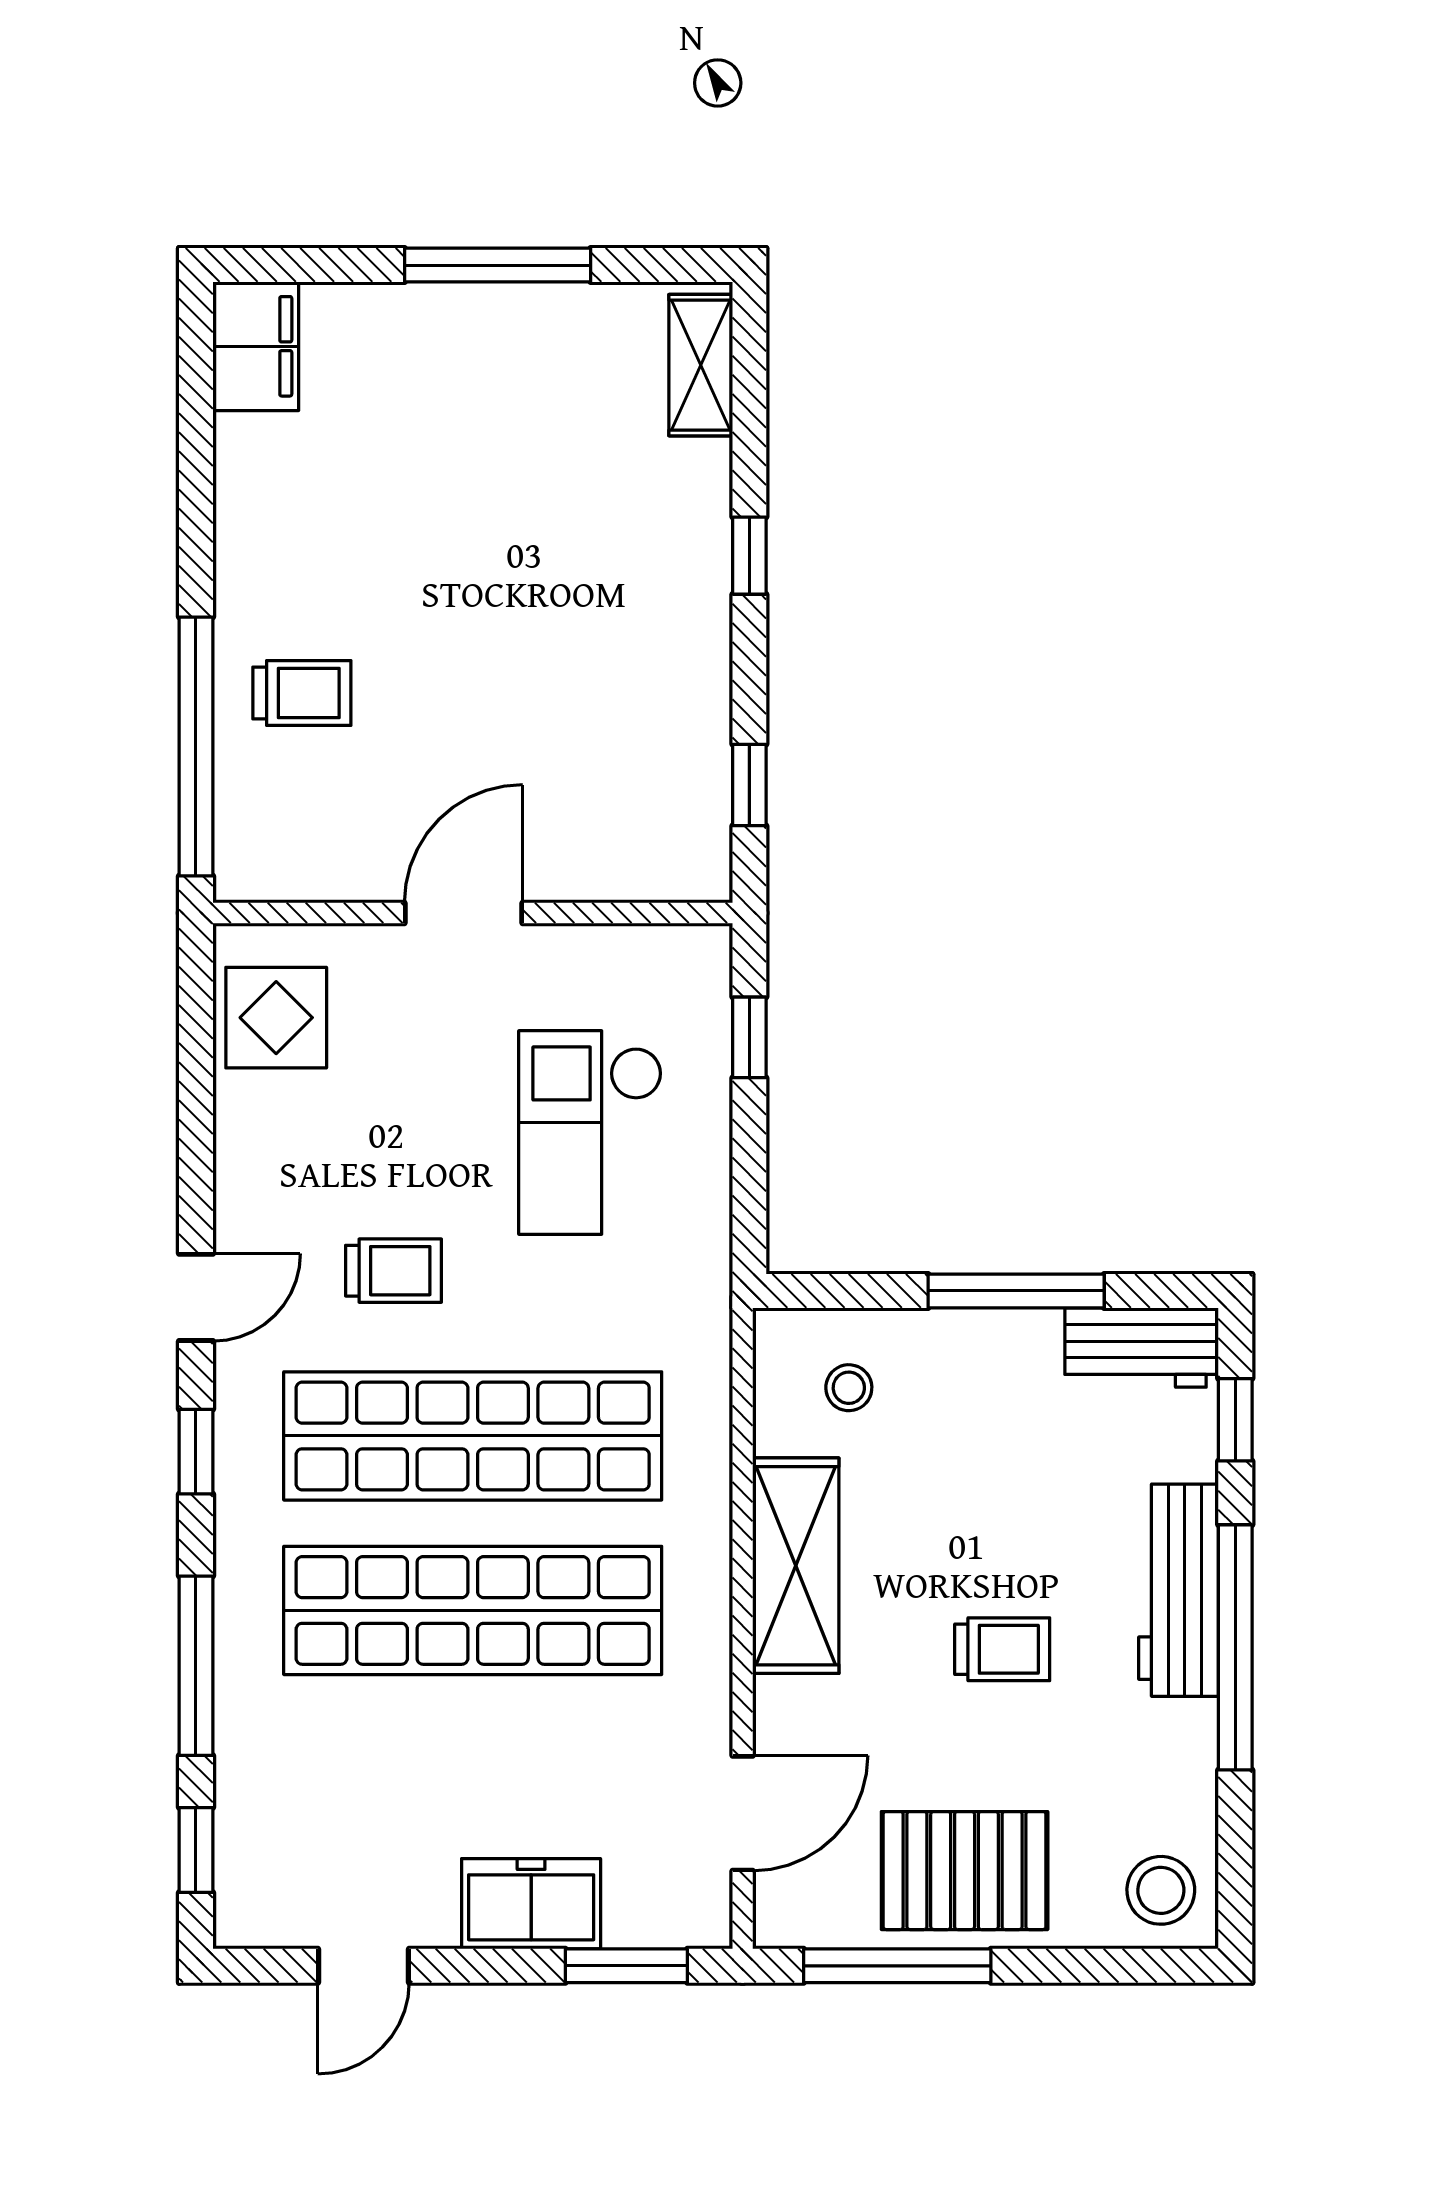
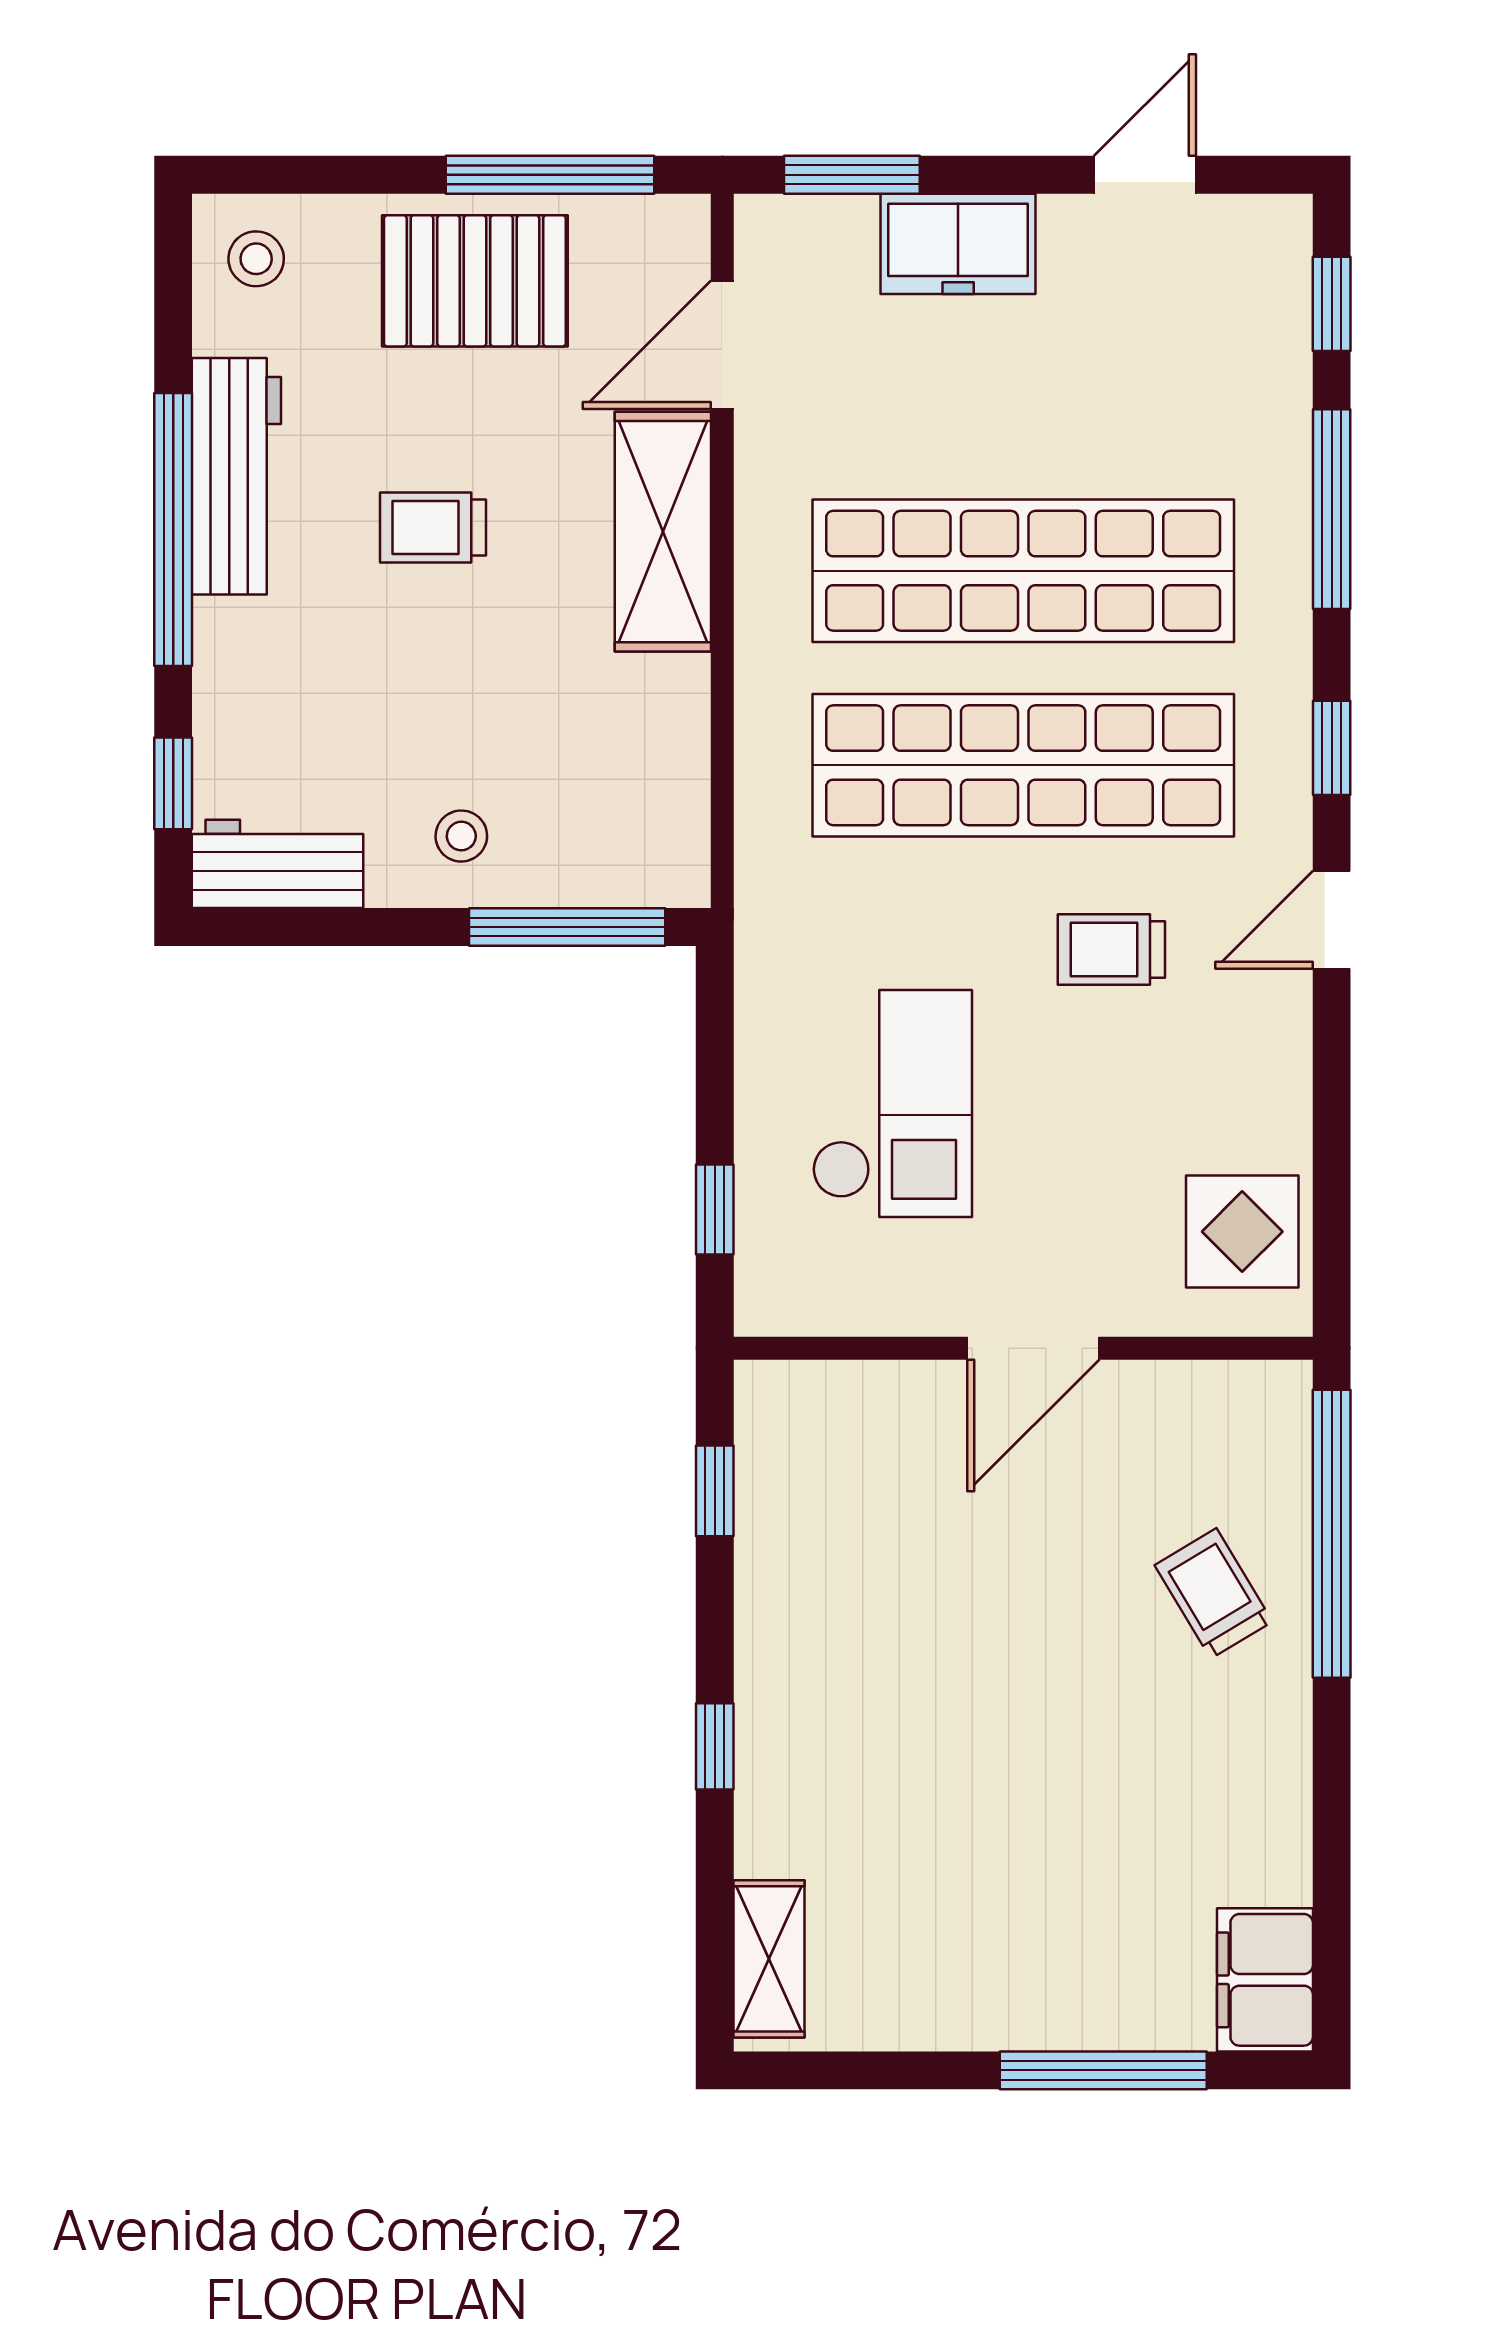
window: (498, 265) -> (1103, 2070), moved
trolley: (302, 693) -> (1214, 1593), turned 59
window: (1016, 1291) -> (567, 927), moved
stool: (849, 1388) -> (461, 836), moved
shelving: (796, 1566) -> (663, 532), moved
workbench: (1179, 1590) -> (236, 476), moved
stool: (1161, 1890) -> (256, 259), width x0.73, depth x0.73

